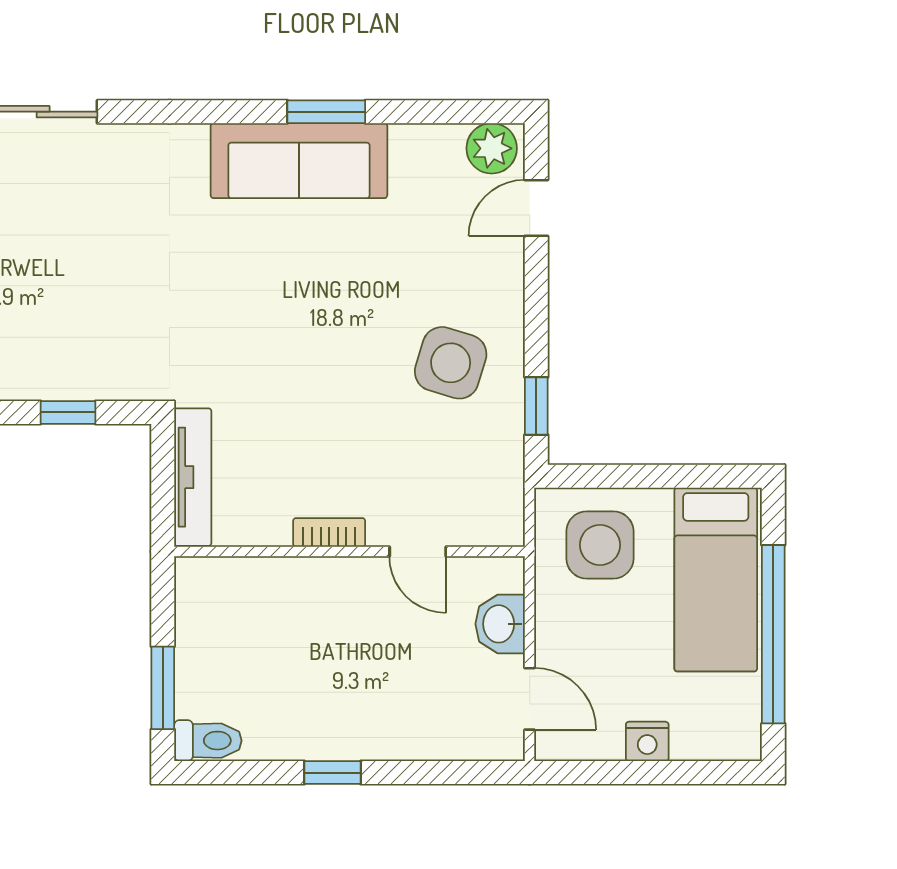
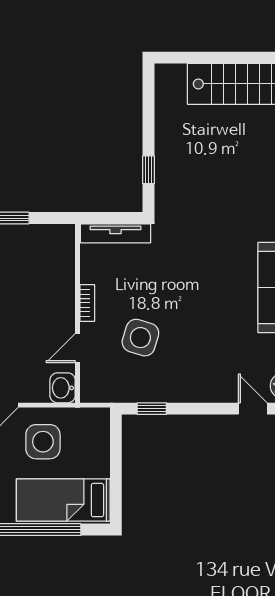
side table: (451, 363) -> (140, 338), moved
side table: (600, 545) -> (43, 442), moved
washbasin: (500, 624) -> (63, 388), moved, turned -90

